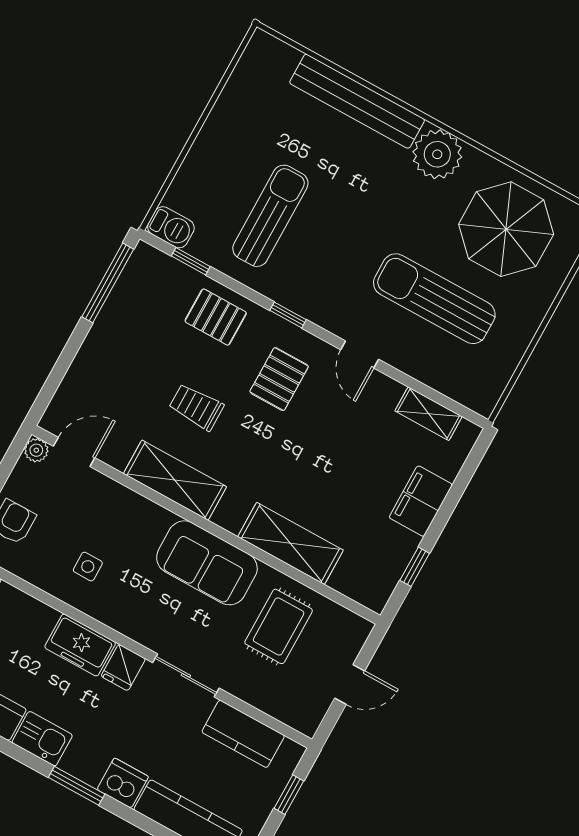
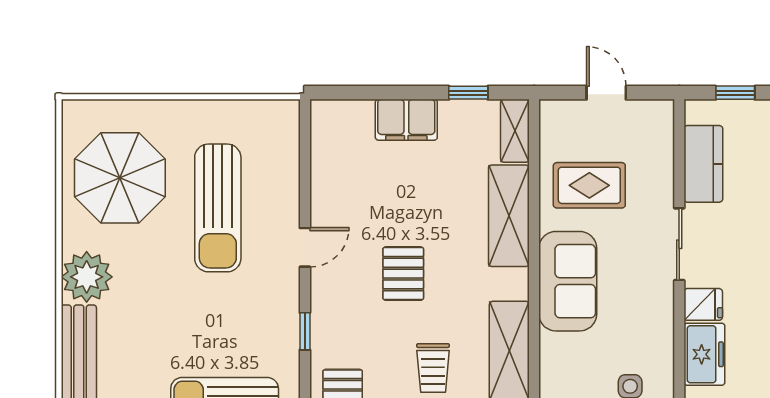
pallet: (279, 379) -> (403, 274), moved, turned 90
shelving: (428, 414) -> (515, 131), moved

